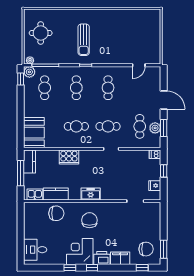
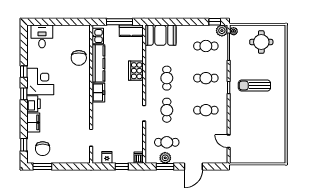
kitchen counter: (56, 194) -> (98, 63), width x1.50
chair: (89, 220) -> (72, 91), removed

